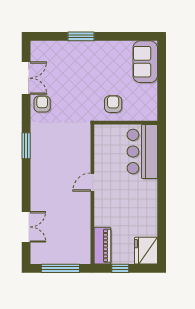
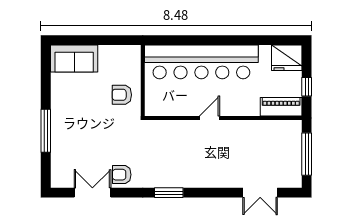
window: (81, 36) -> (46, 131), width x1.44
bar counter: (142, 151) -> (201, 62), width x1.86
door: (92, 182) -> (210, 118), swing flipped
double door: (26, 227) -> (260, 193), swing flipped

